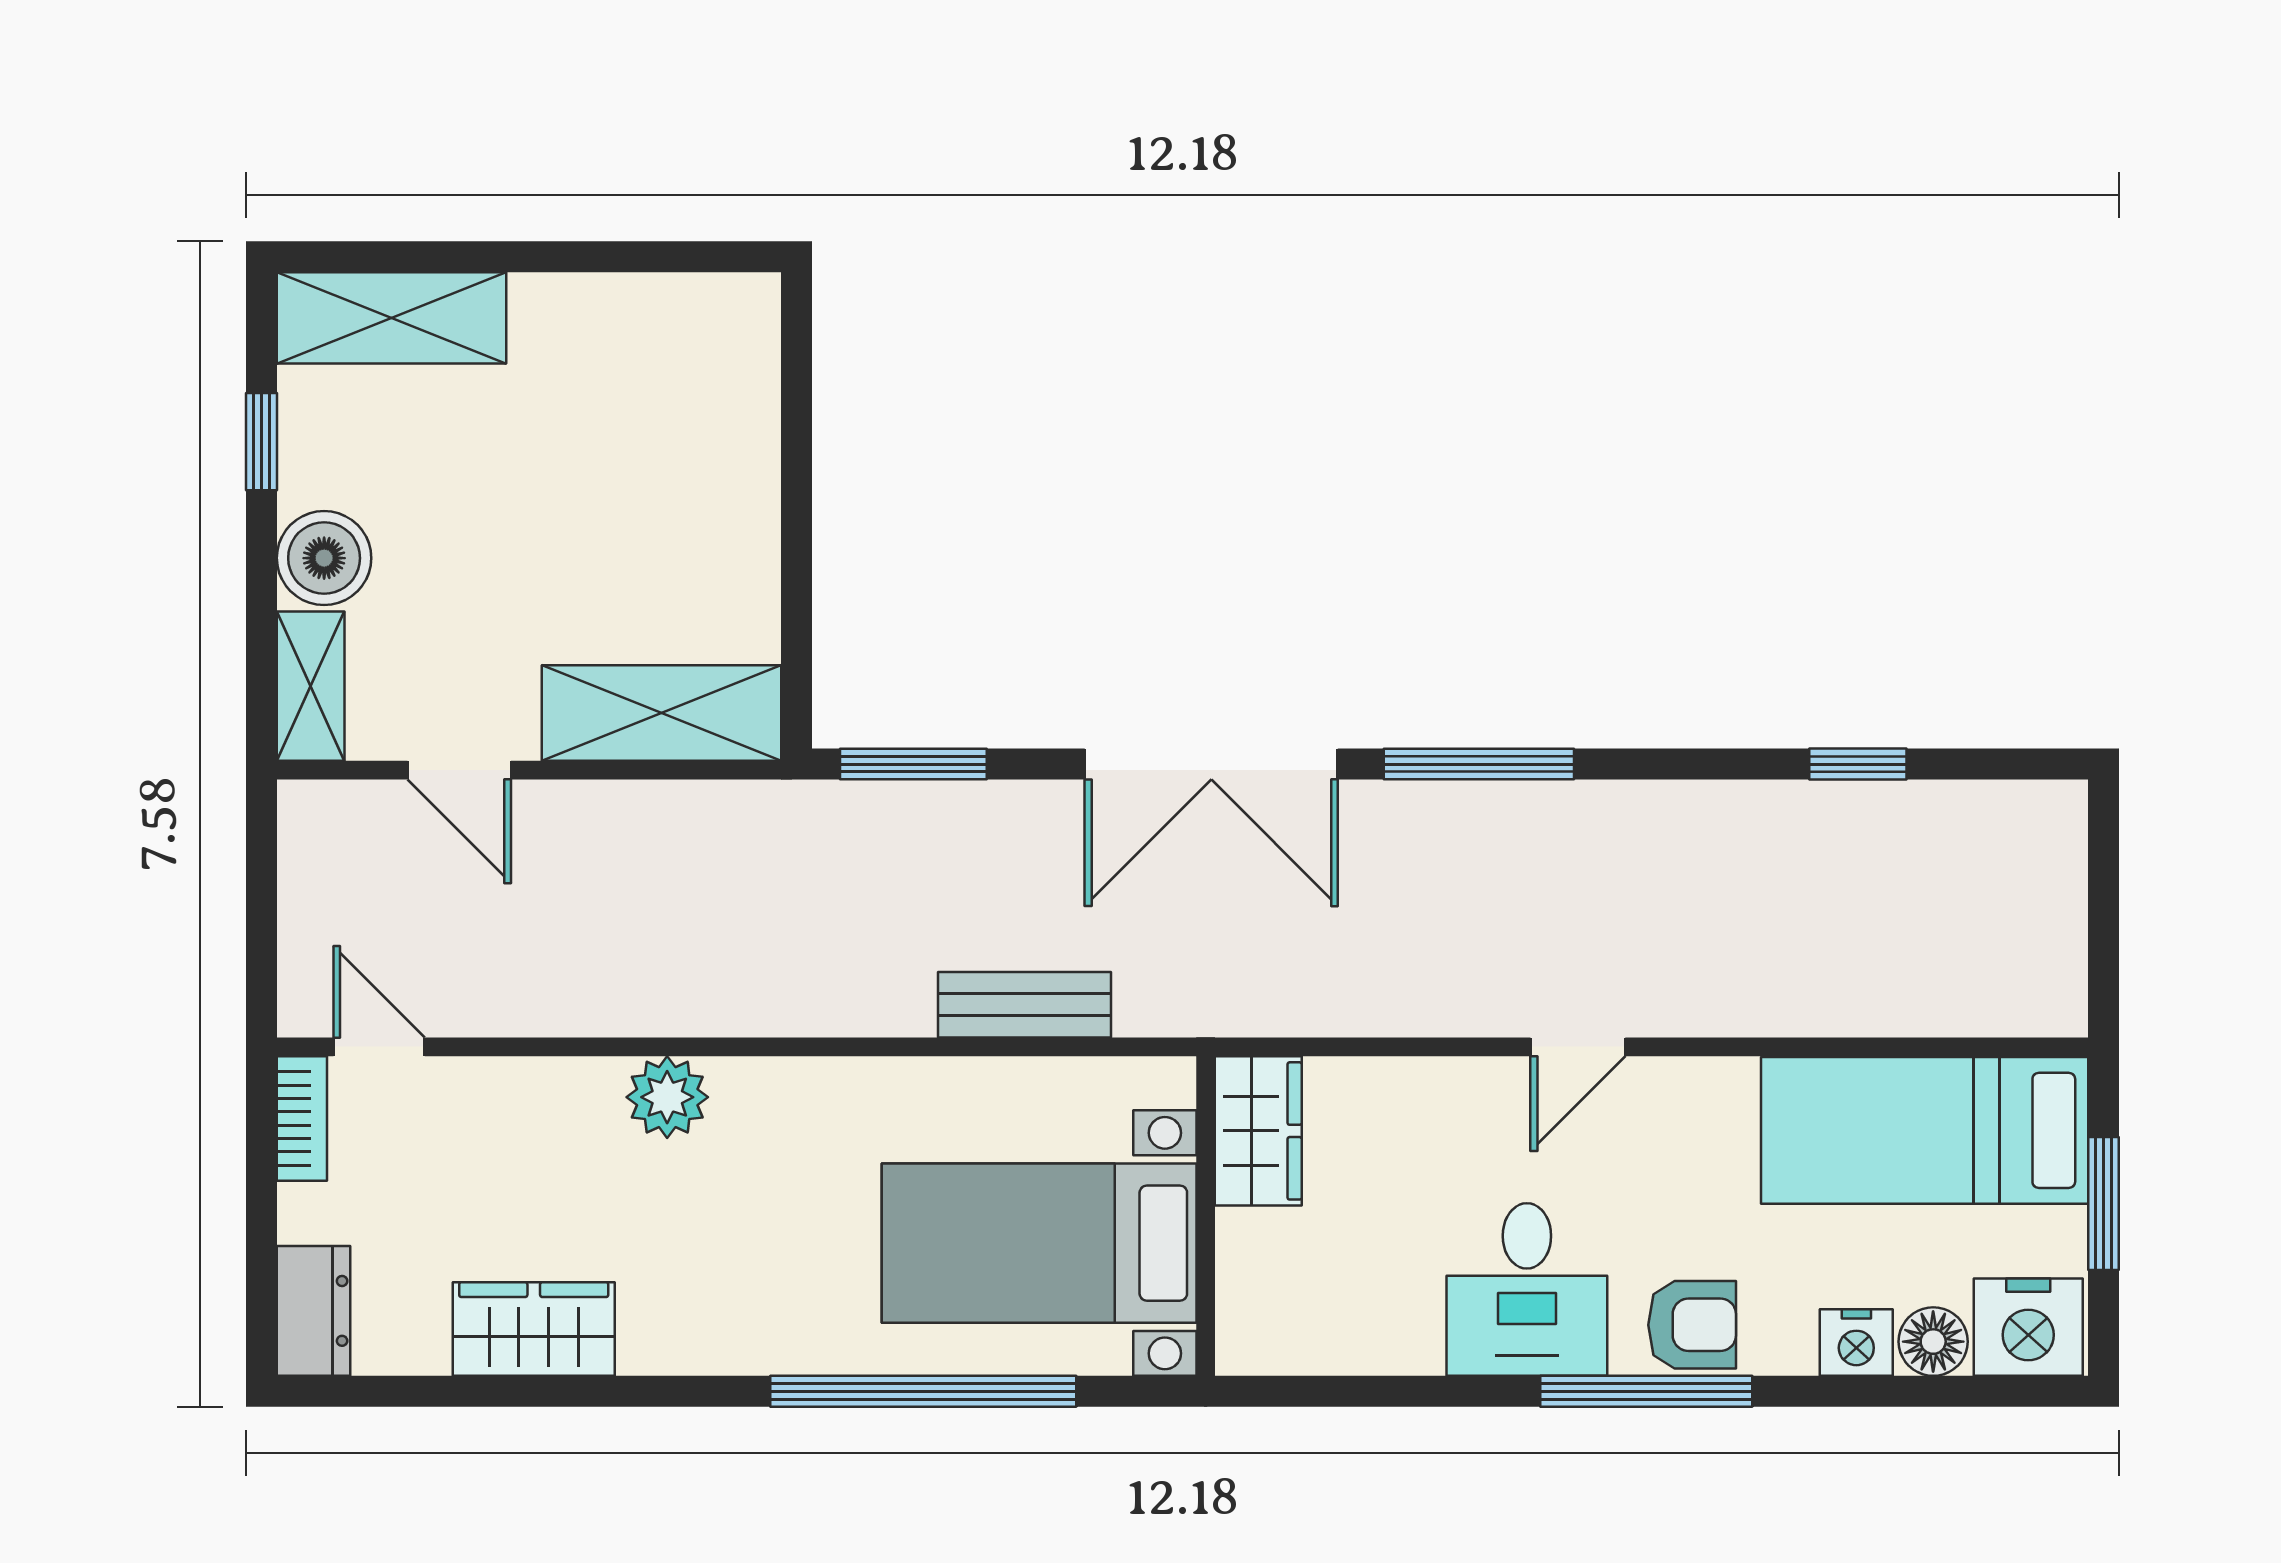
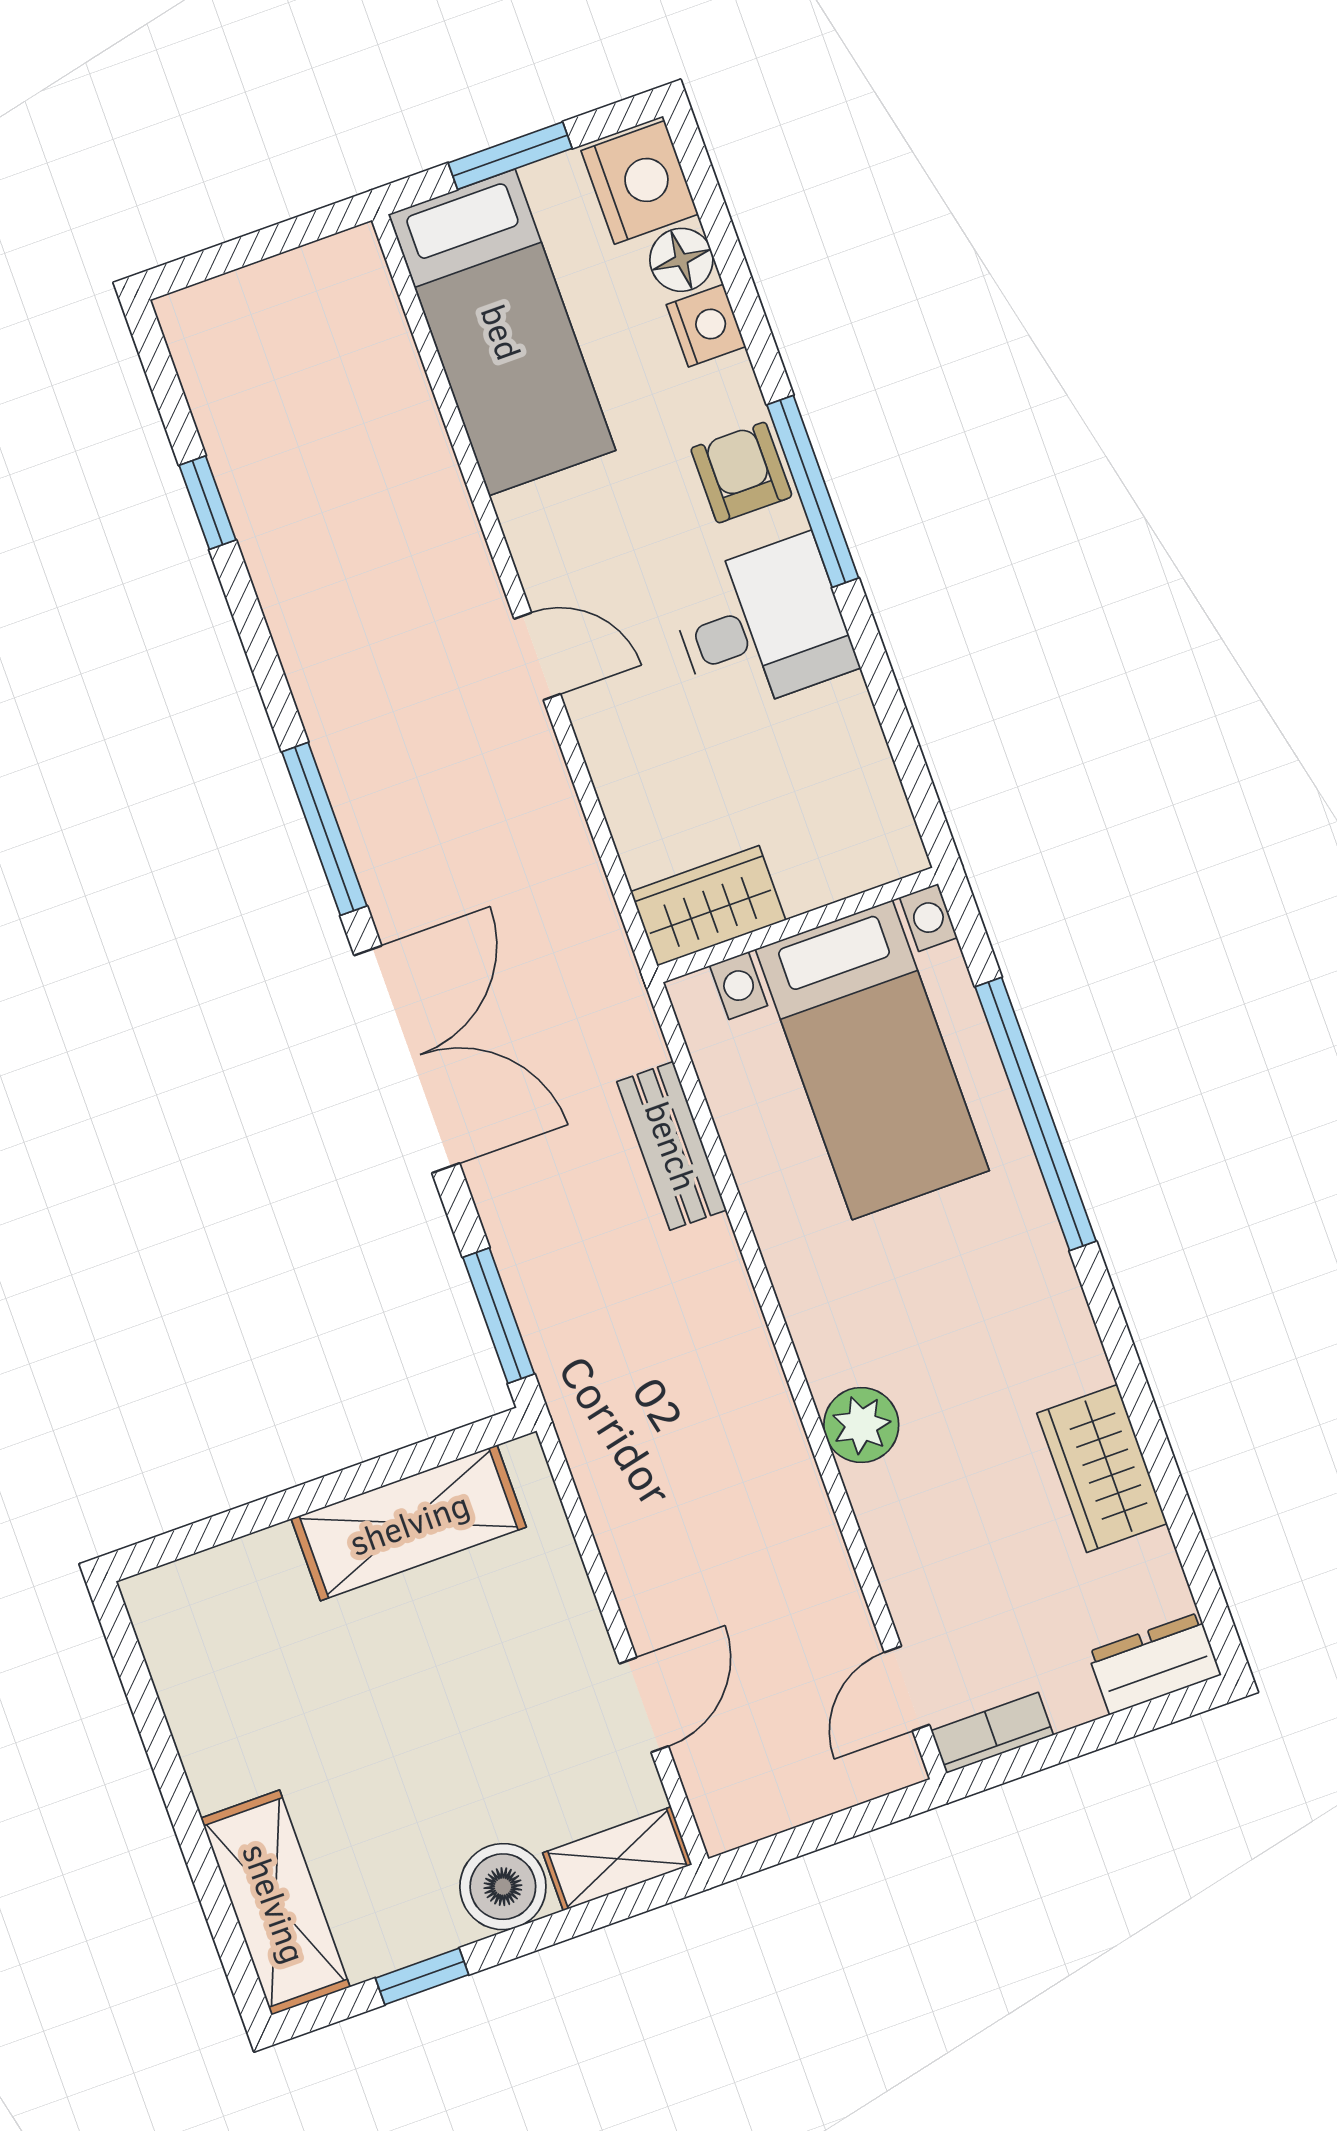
shelving: (662, 713) -> (409, 1523), moved, turned 90

